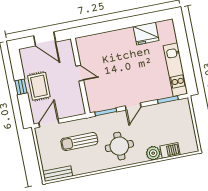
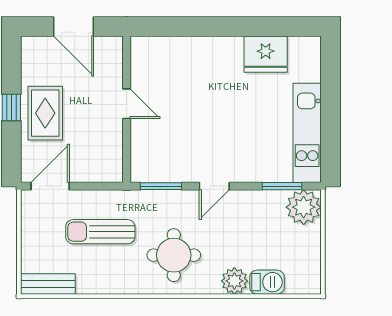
plant: (181, 108) -> (304, 207), added

